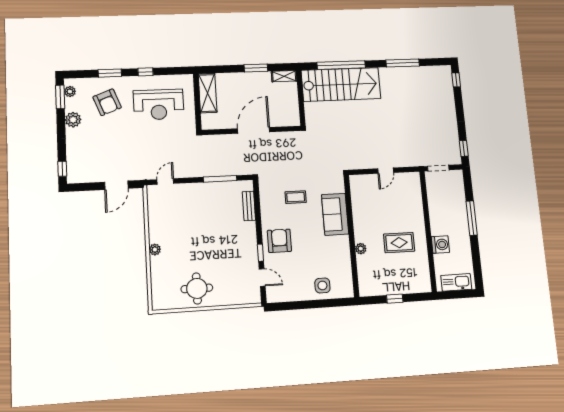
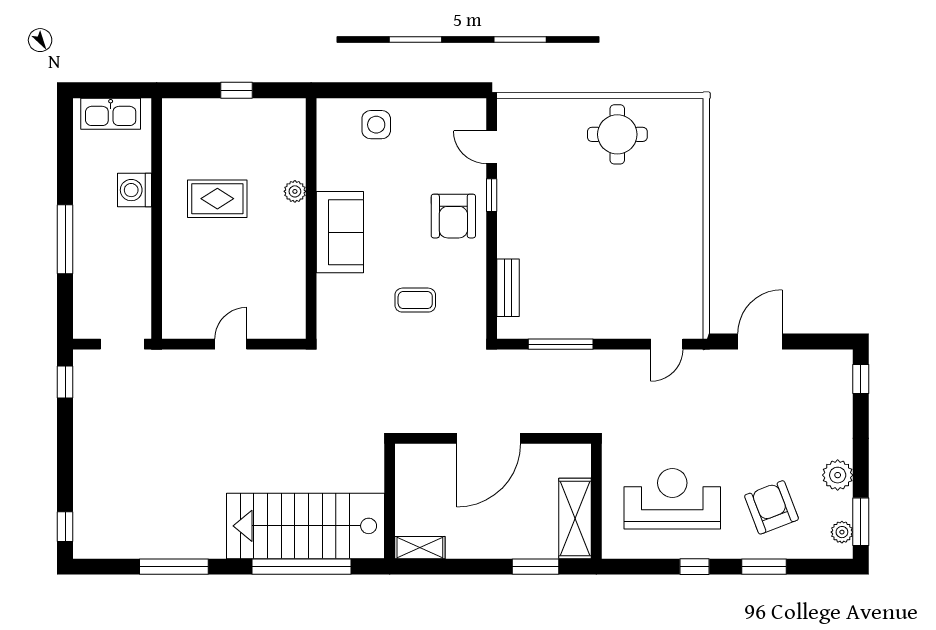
window: (256, 68) -> (536, 567), moved
sofa: (335, 214) -> (340, 232), moved
plant: (155, 250) -> (693, 213), removed

